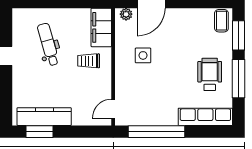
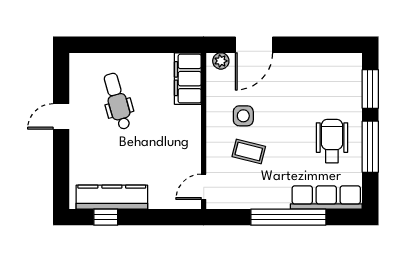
coffee table: (221, 21) -> (249, 151), moved, turned -76
trolley: (89, 61) -> (171, 123), removed
window: (40, 132) -> (106, 217), width x0.67
window: (157, 132) -> (288, 217), moved

